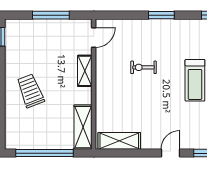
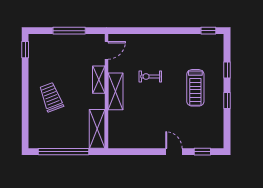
window: (161, 15) -> (166, 31), removed
shelving: (119, 141) -> (115, 91), moved, turned 90
door: (171, 153) -> (174, 152), hinge flipped

